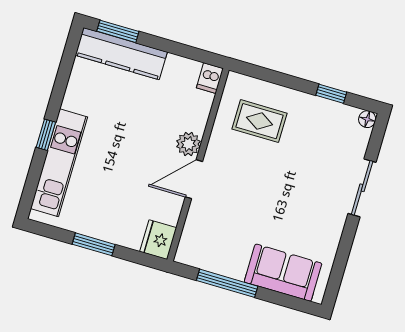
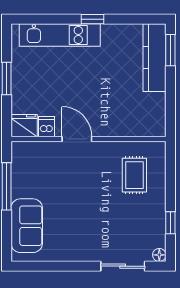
dishwasher: (210, 78) -> (46, 127), moved, turned 90
window: (46, 135) -> (92, 19), moved
plant: (188, 144) -> (102, 127), removed
sliding door: (362, 188) -> (123, 266), moved

